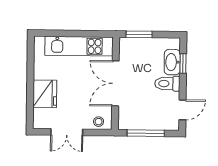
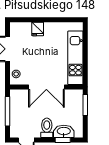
double door: (115, 83) -> (46, 87), swing flipped
fridge: (45, 94) -> (38, 29), width x0.53, depth x0.75

